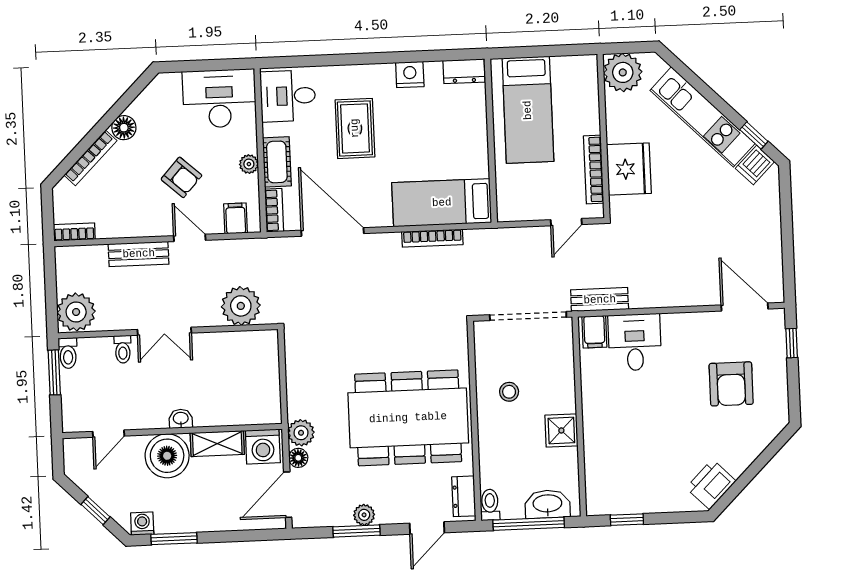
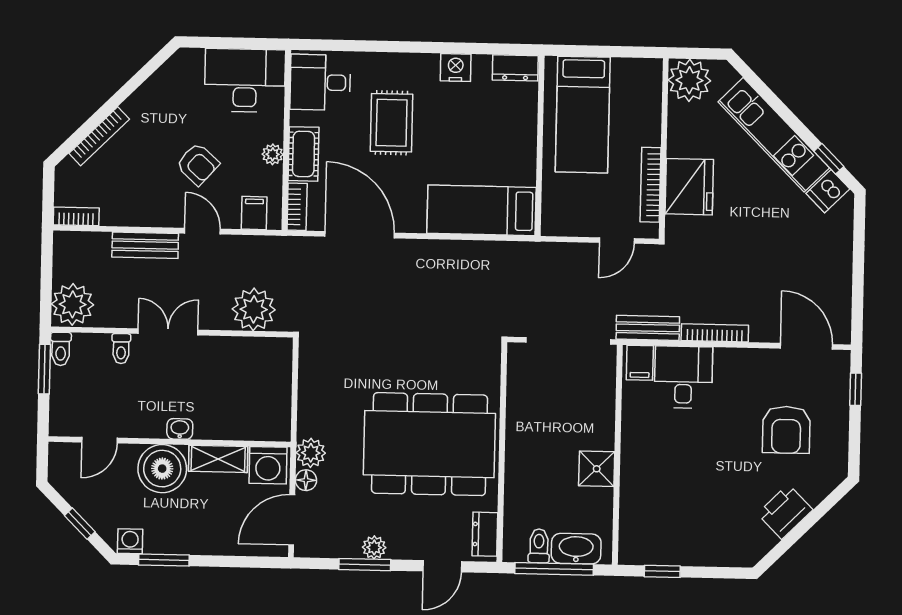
floor lamp: (124, 128) -> (138, 105), removed
bookcase: (432, 238) -> (715, 333), moved, turned 180
double door: (164, 331) -> (168, 332), swing flipped
stool: (509, 392) -> (542, 423), removed
printer: (711, 484) -> (785, 512), moved
toilet: (490, 505) -> (539, 546), moved

